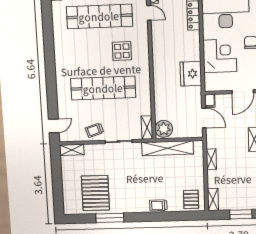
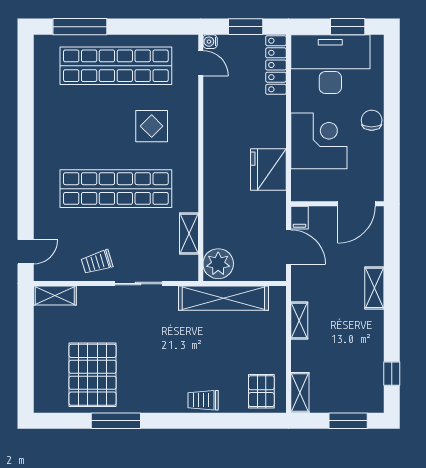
shelving: (147, 128) -> (189, 234), moved

